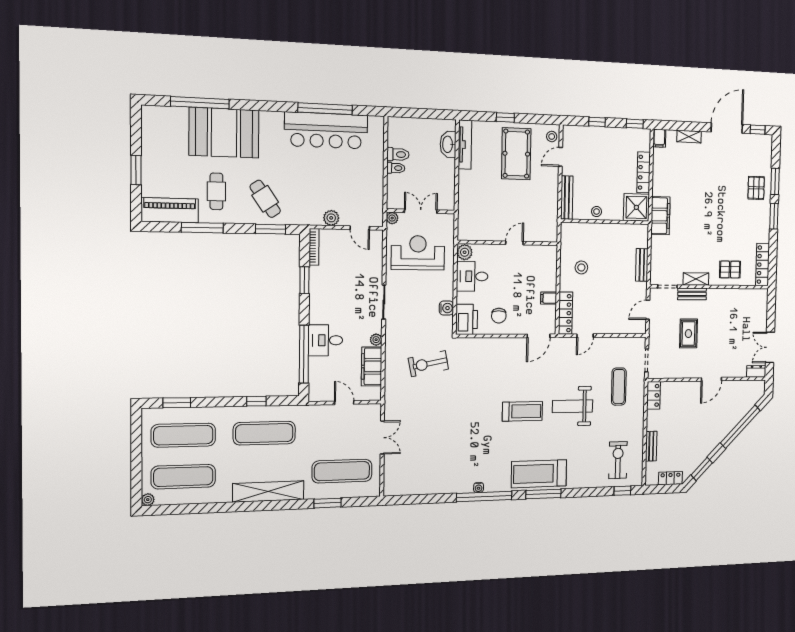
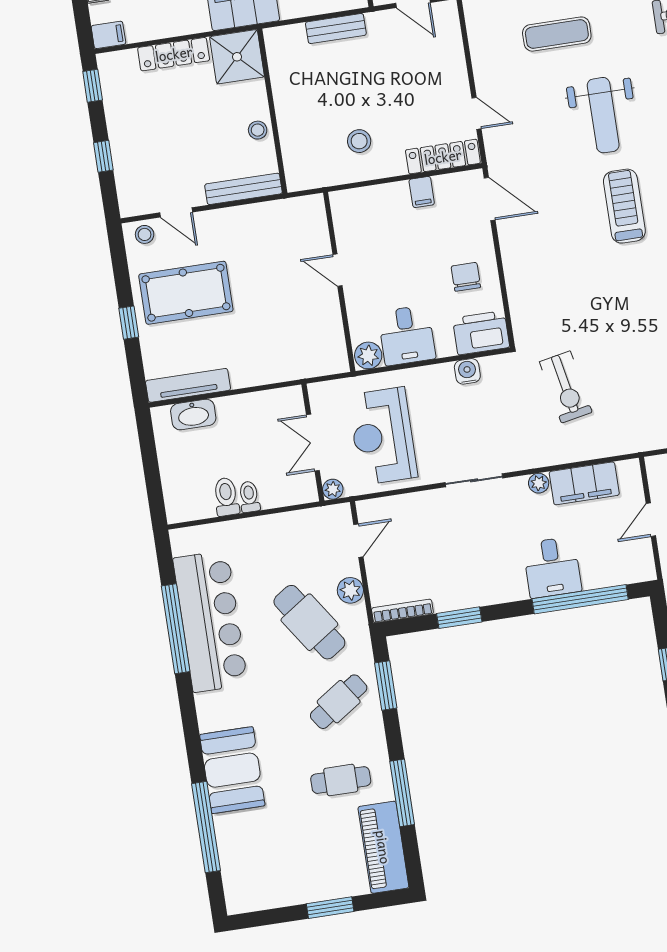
booth: (224, 133) -> (232, 770), width x0.73, depth x0.70
cafe table: (316, 190) -> (309, 622), added
chair: (499, 316) -> (466, 277), turned -90

